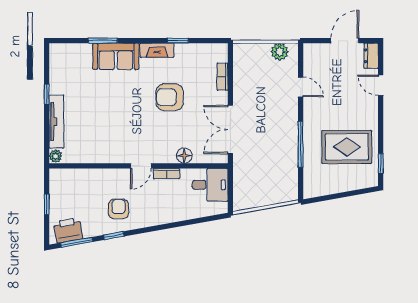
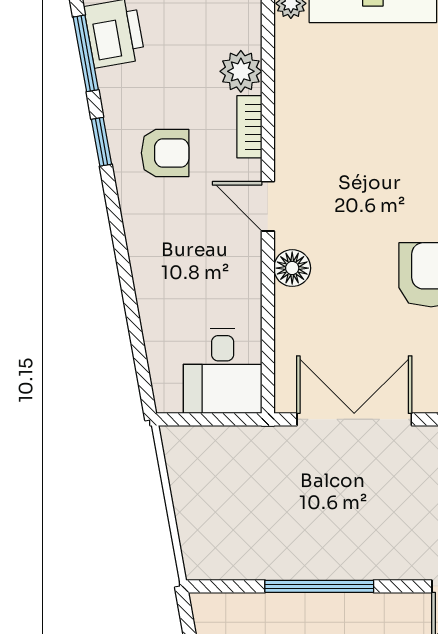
floor lamp: (184, 156) -> (292, 268), moved
bookcase: (166, 174) -> (249, 127), moved
plant: (84, 177) -> (241, 71), added

